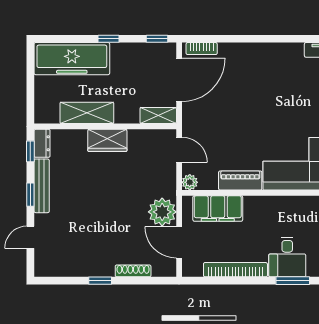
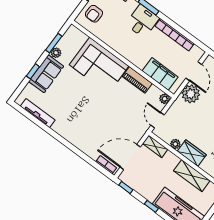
plant: (136, 137) -> (175, 144), added

